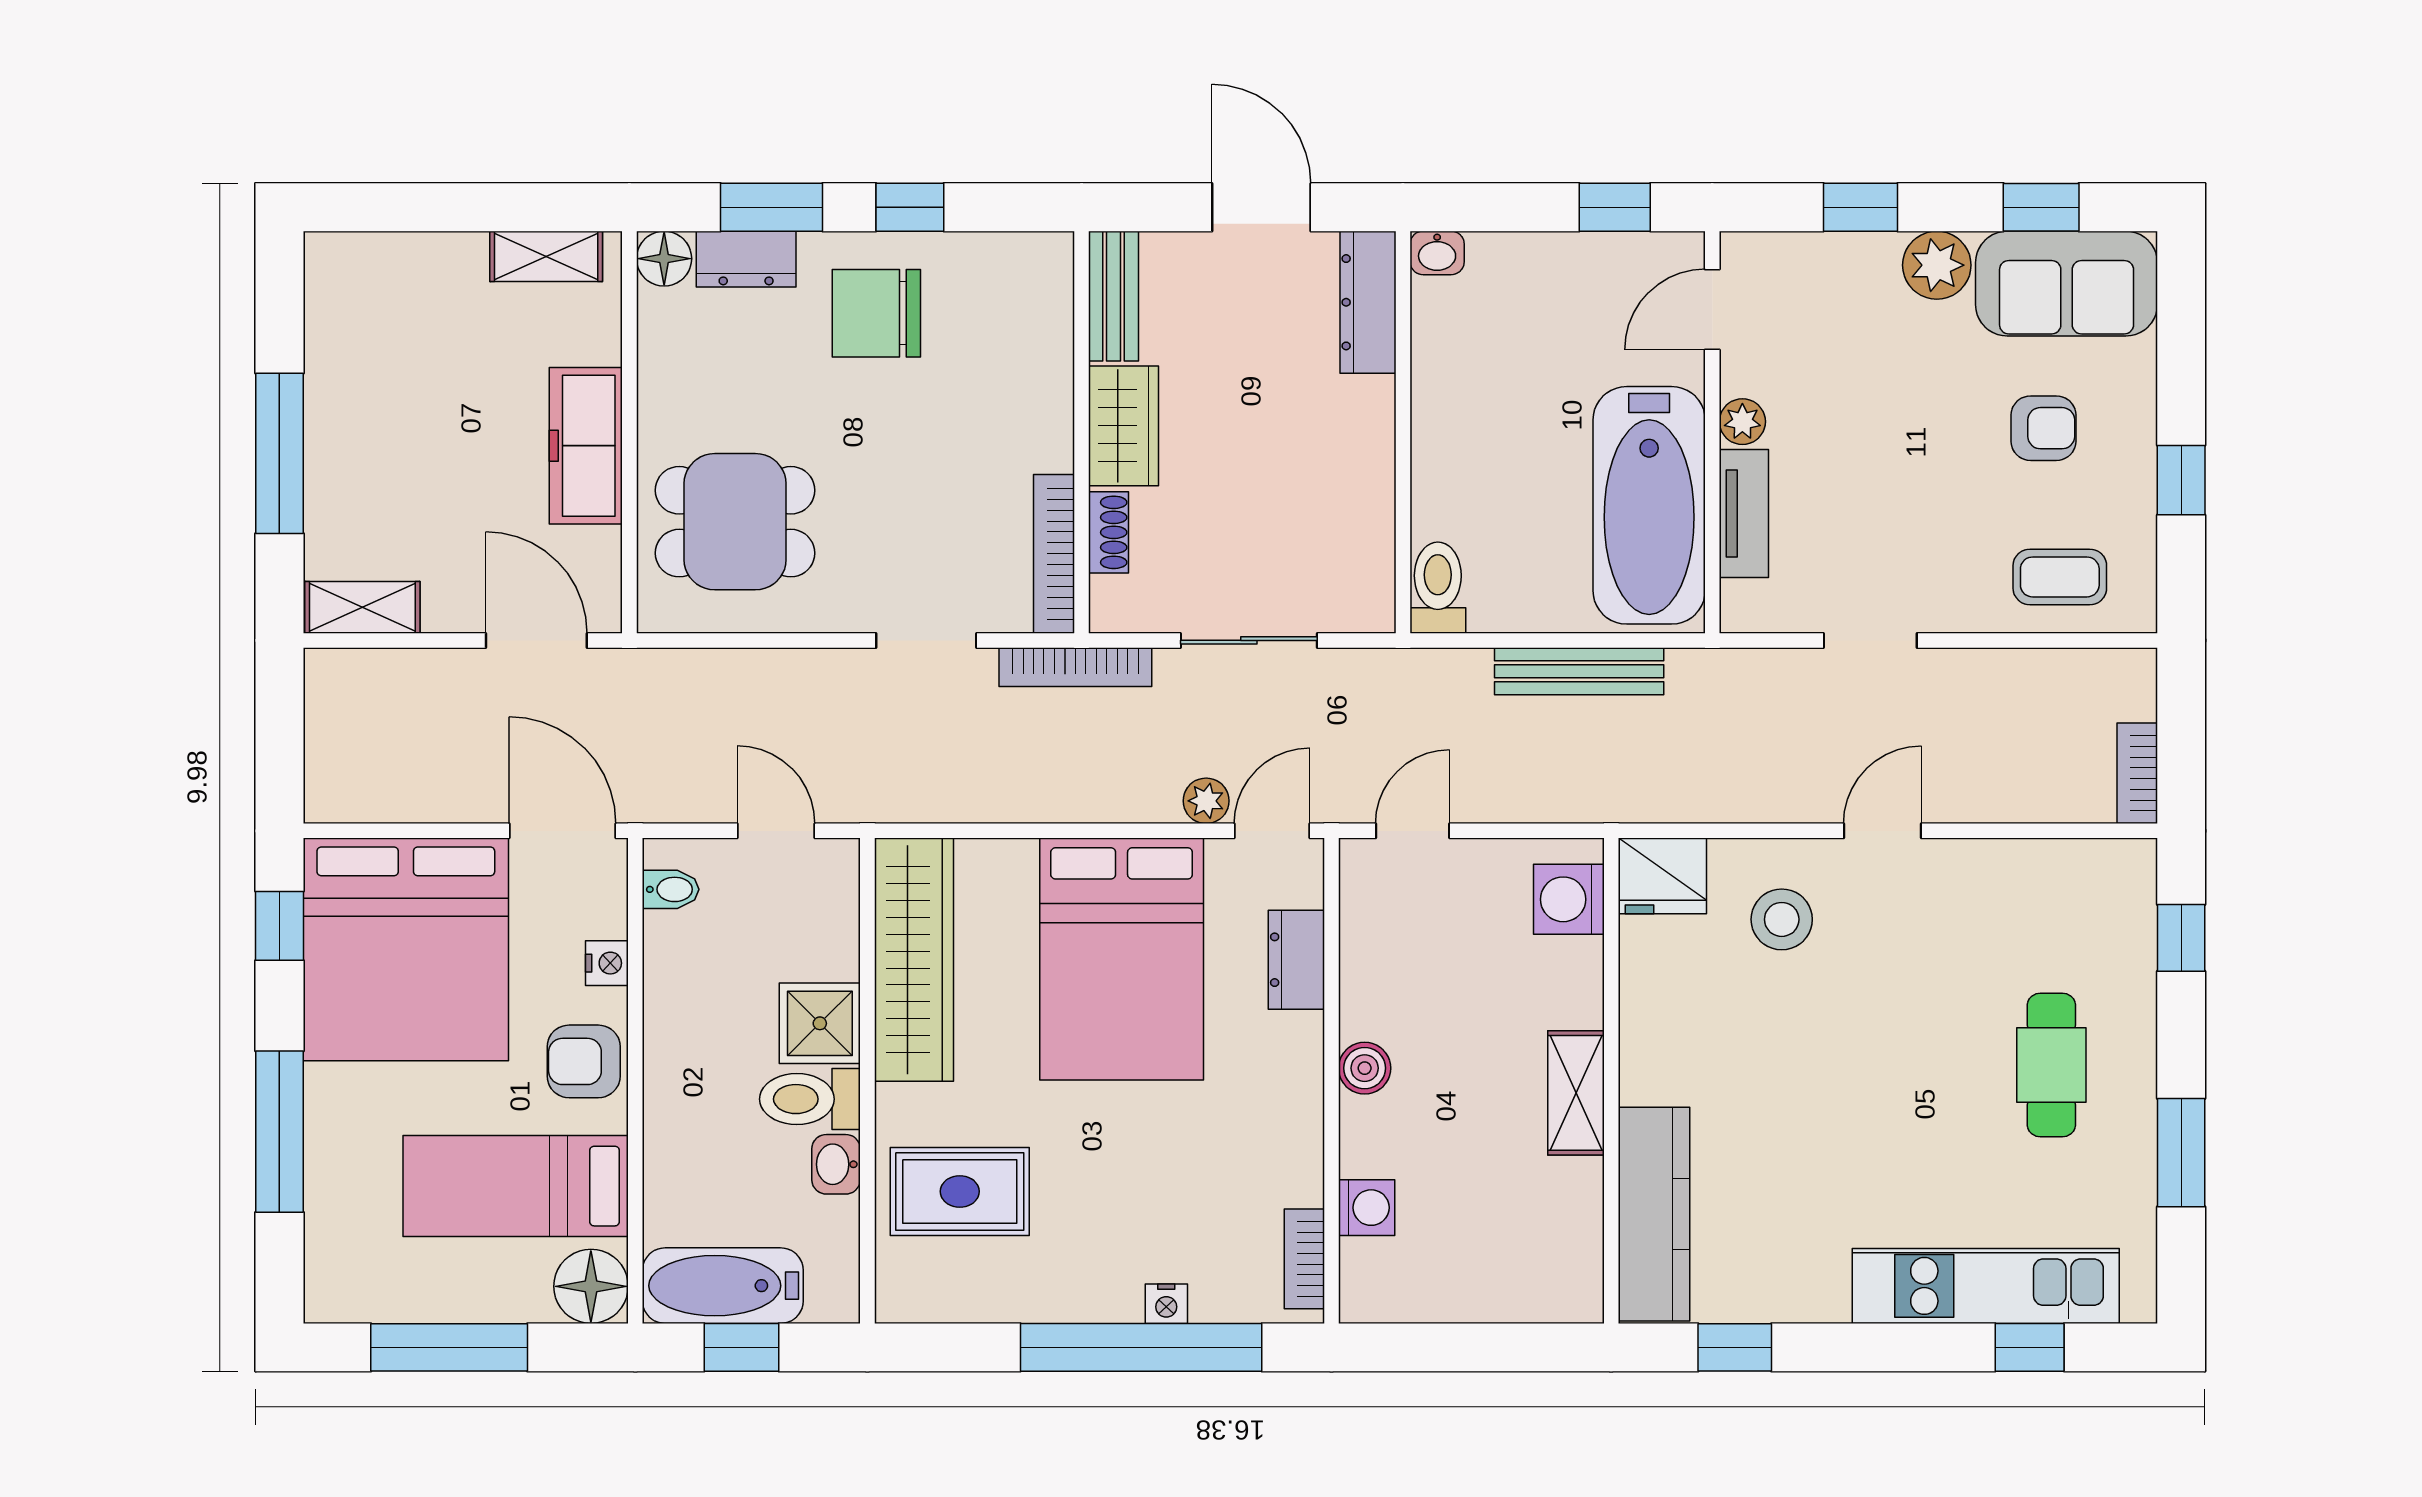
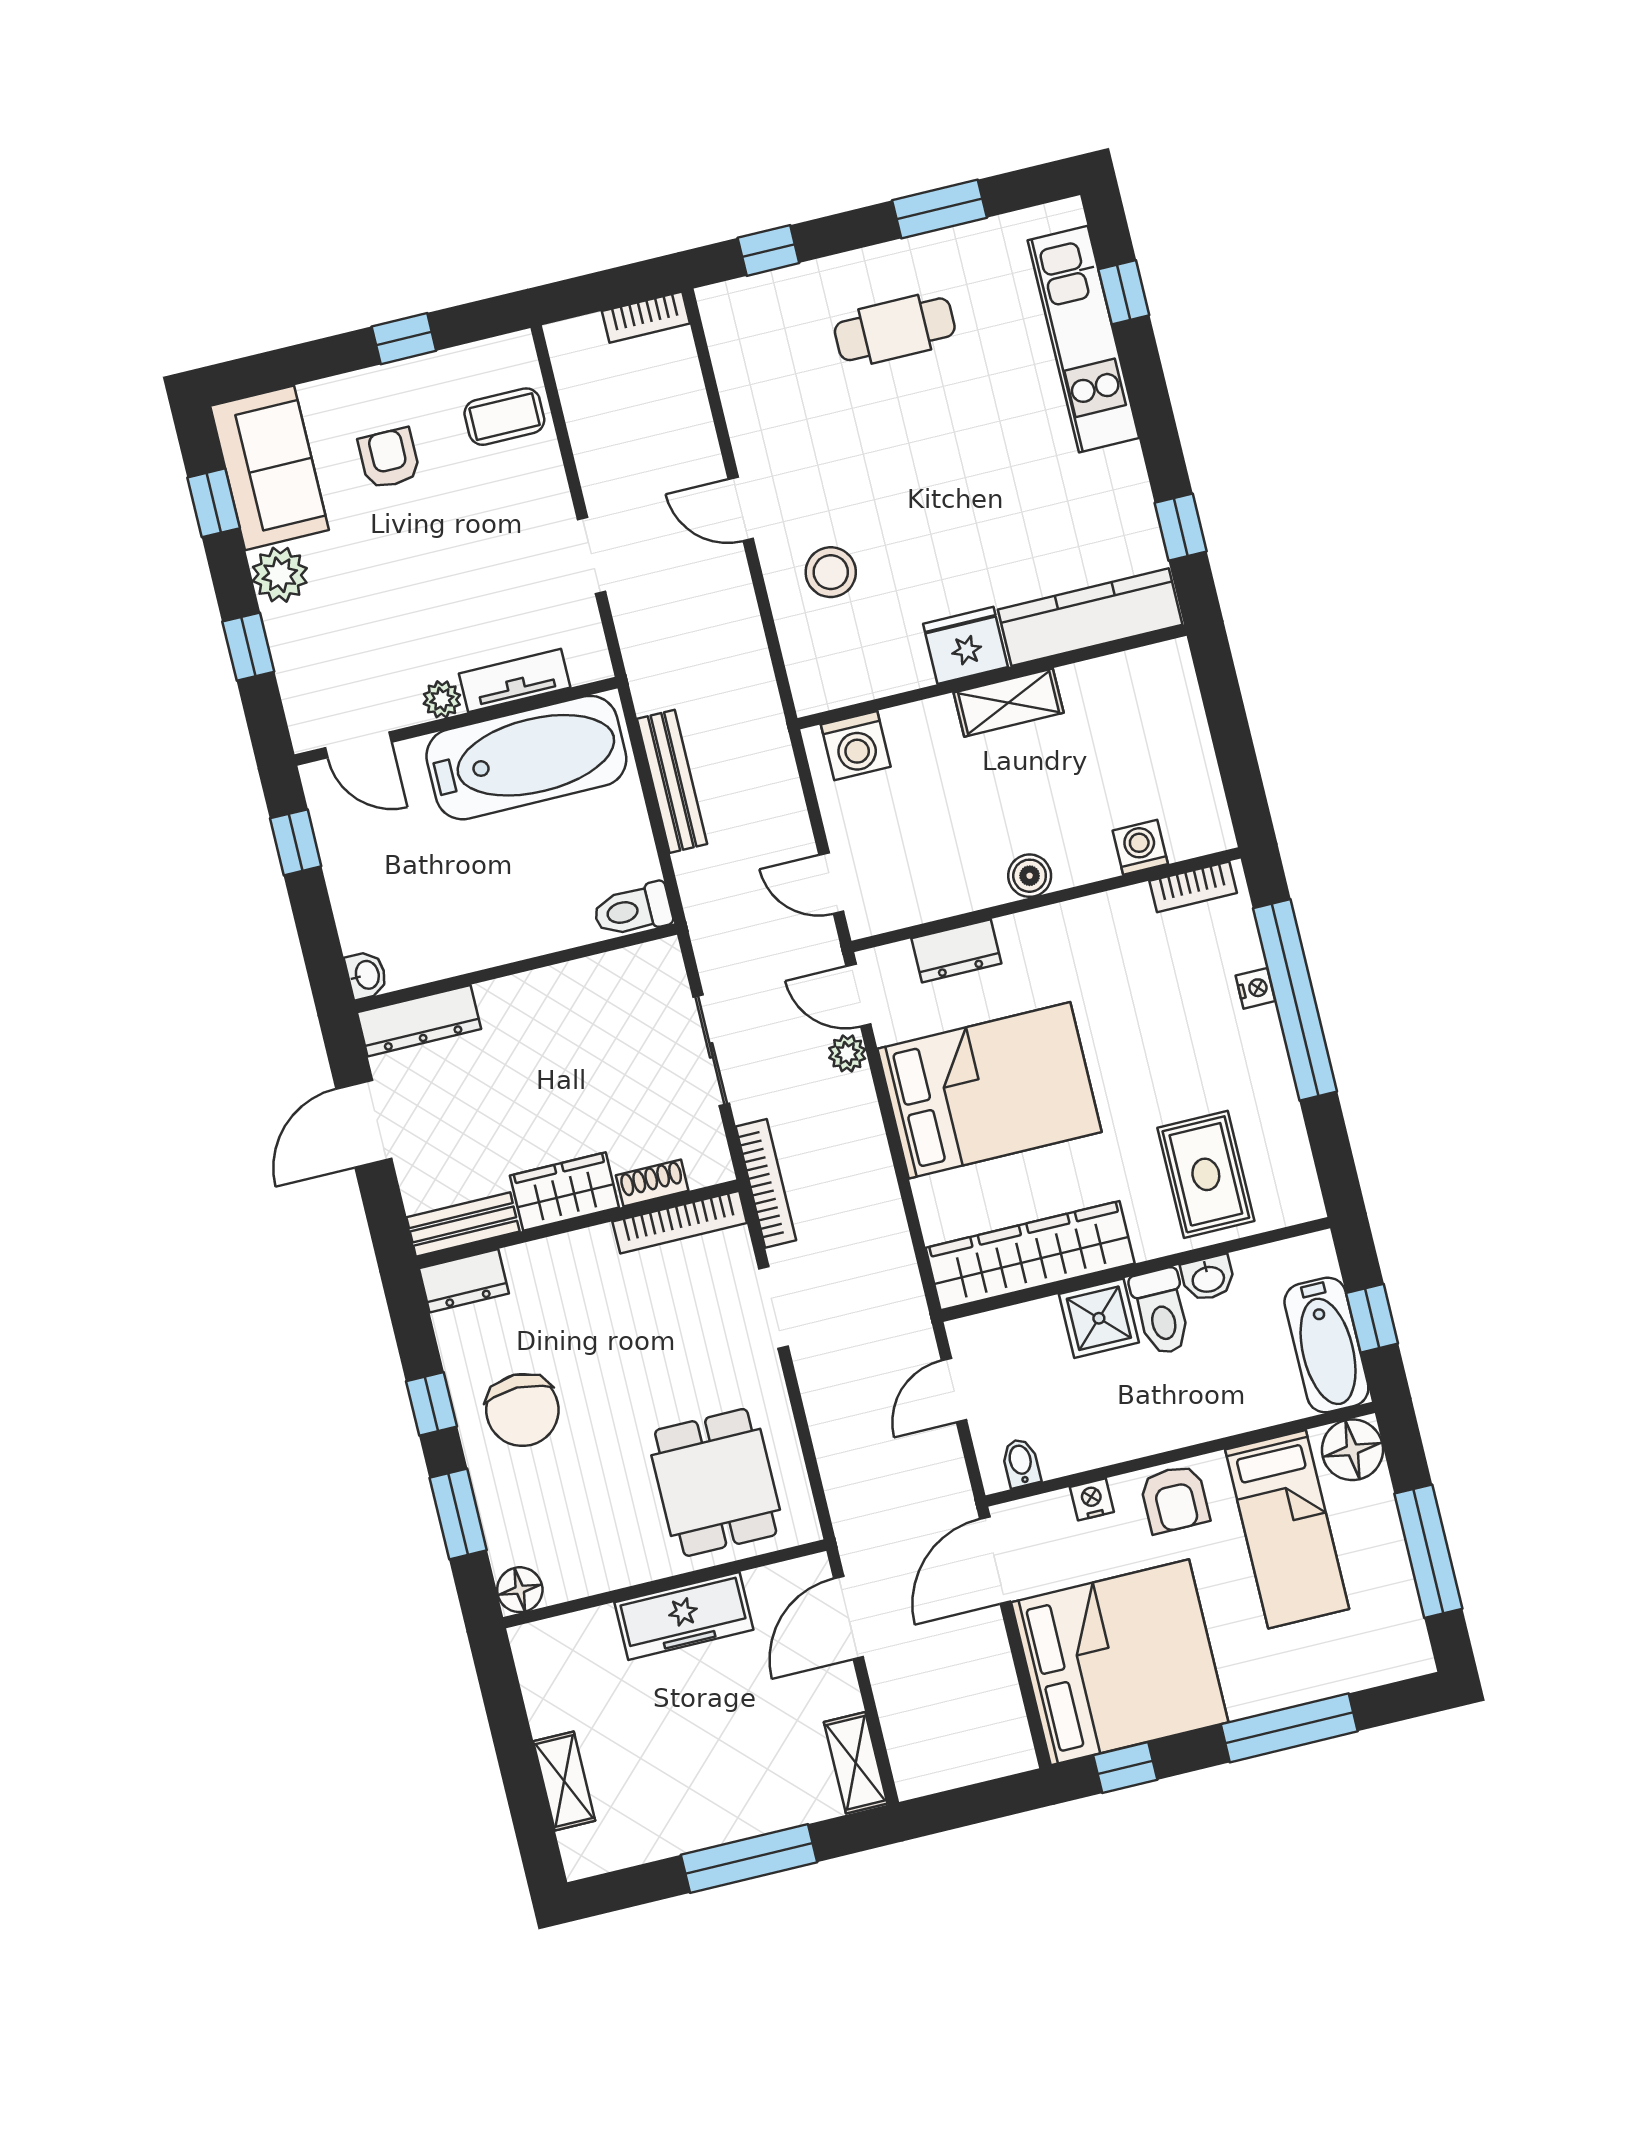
shelving: (546, 256) -> (564, 1781), moved
dresser: (746, 259) -> (464, 1281), moved, turned 90
coffee table: (2060, 577) -> (504, 417), turned 90
fridge: (1662, 876) -> (966, 645), moved, turned -90

